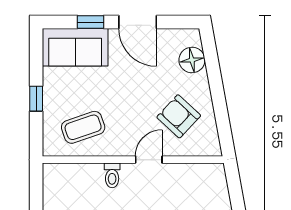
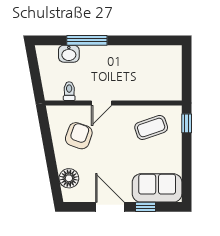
window: (36, 99) -> (187, 123), moved
armchair: (179, 116) -> (79, 136), turned -114
toilet: (112, 175) -> (69, 91), moved

